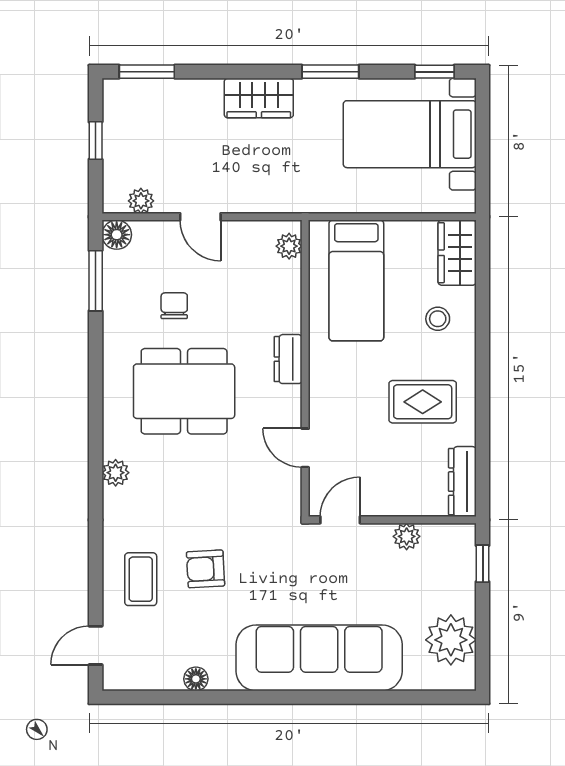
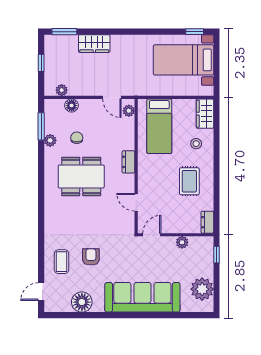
window: (330, 72) -> (148, 32), removed
wardrobe: (259, 98) -> (94, 44), moved
door: (200, 217) -> (112, 97), moved
floor lamp: (117, 235) -> (72, 106), moved
rug: (423, 402) -> (189, 181), turned 90
plant: (116, 473) -> (50, 140), moved
dresser: (462, 482) -> (207, 222), width x0.70
armchair: (206, 569) -> (91, 257), turned 93
floor lamp: (196, 679) -> (82, 302), width x1.89, depth x1.89

